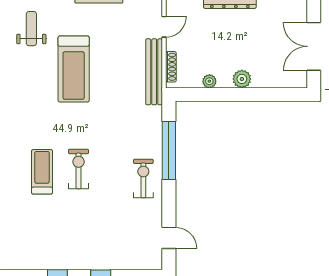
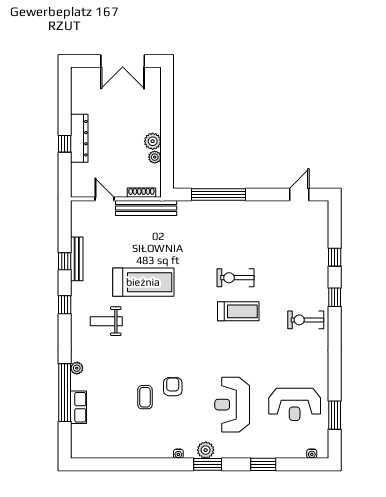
plant: (242, 79) -> (153, 141), moved
treadmill: (42, 172) -> (238, 311), turned 180
exercise bike: (143, 178) -> (306, 320), moved

